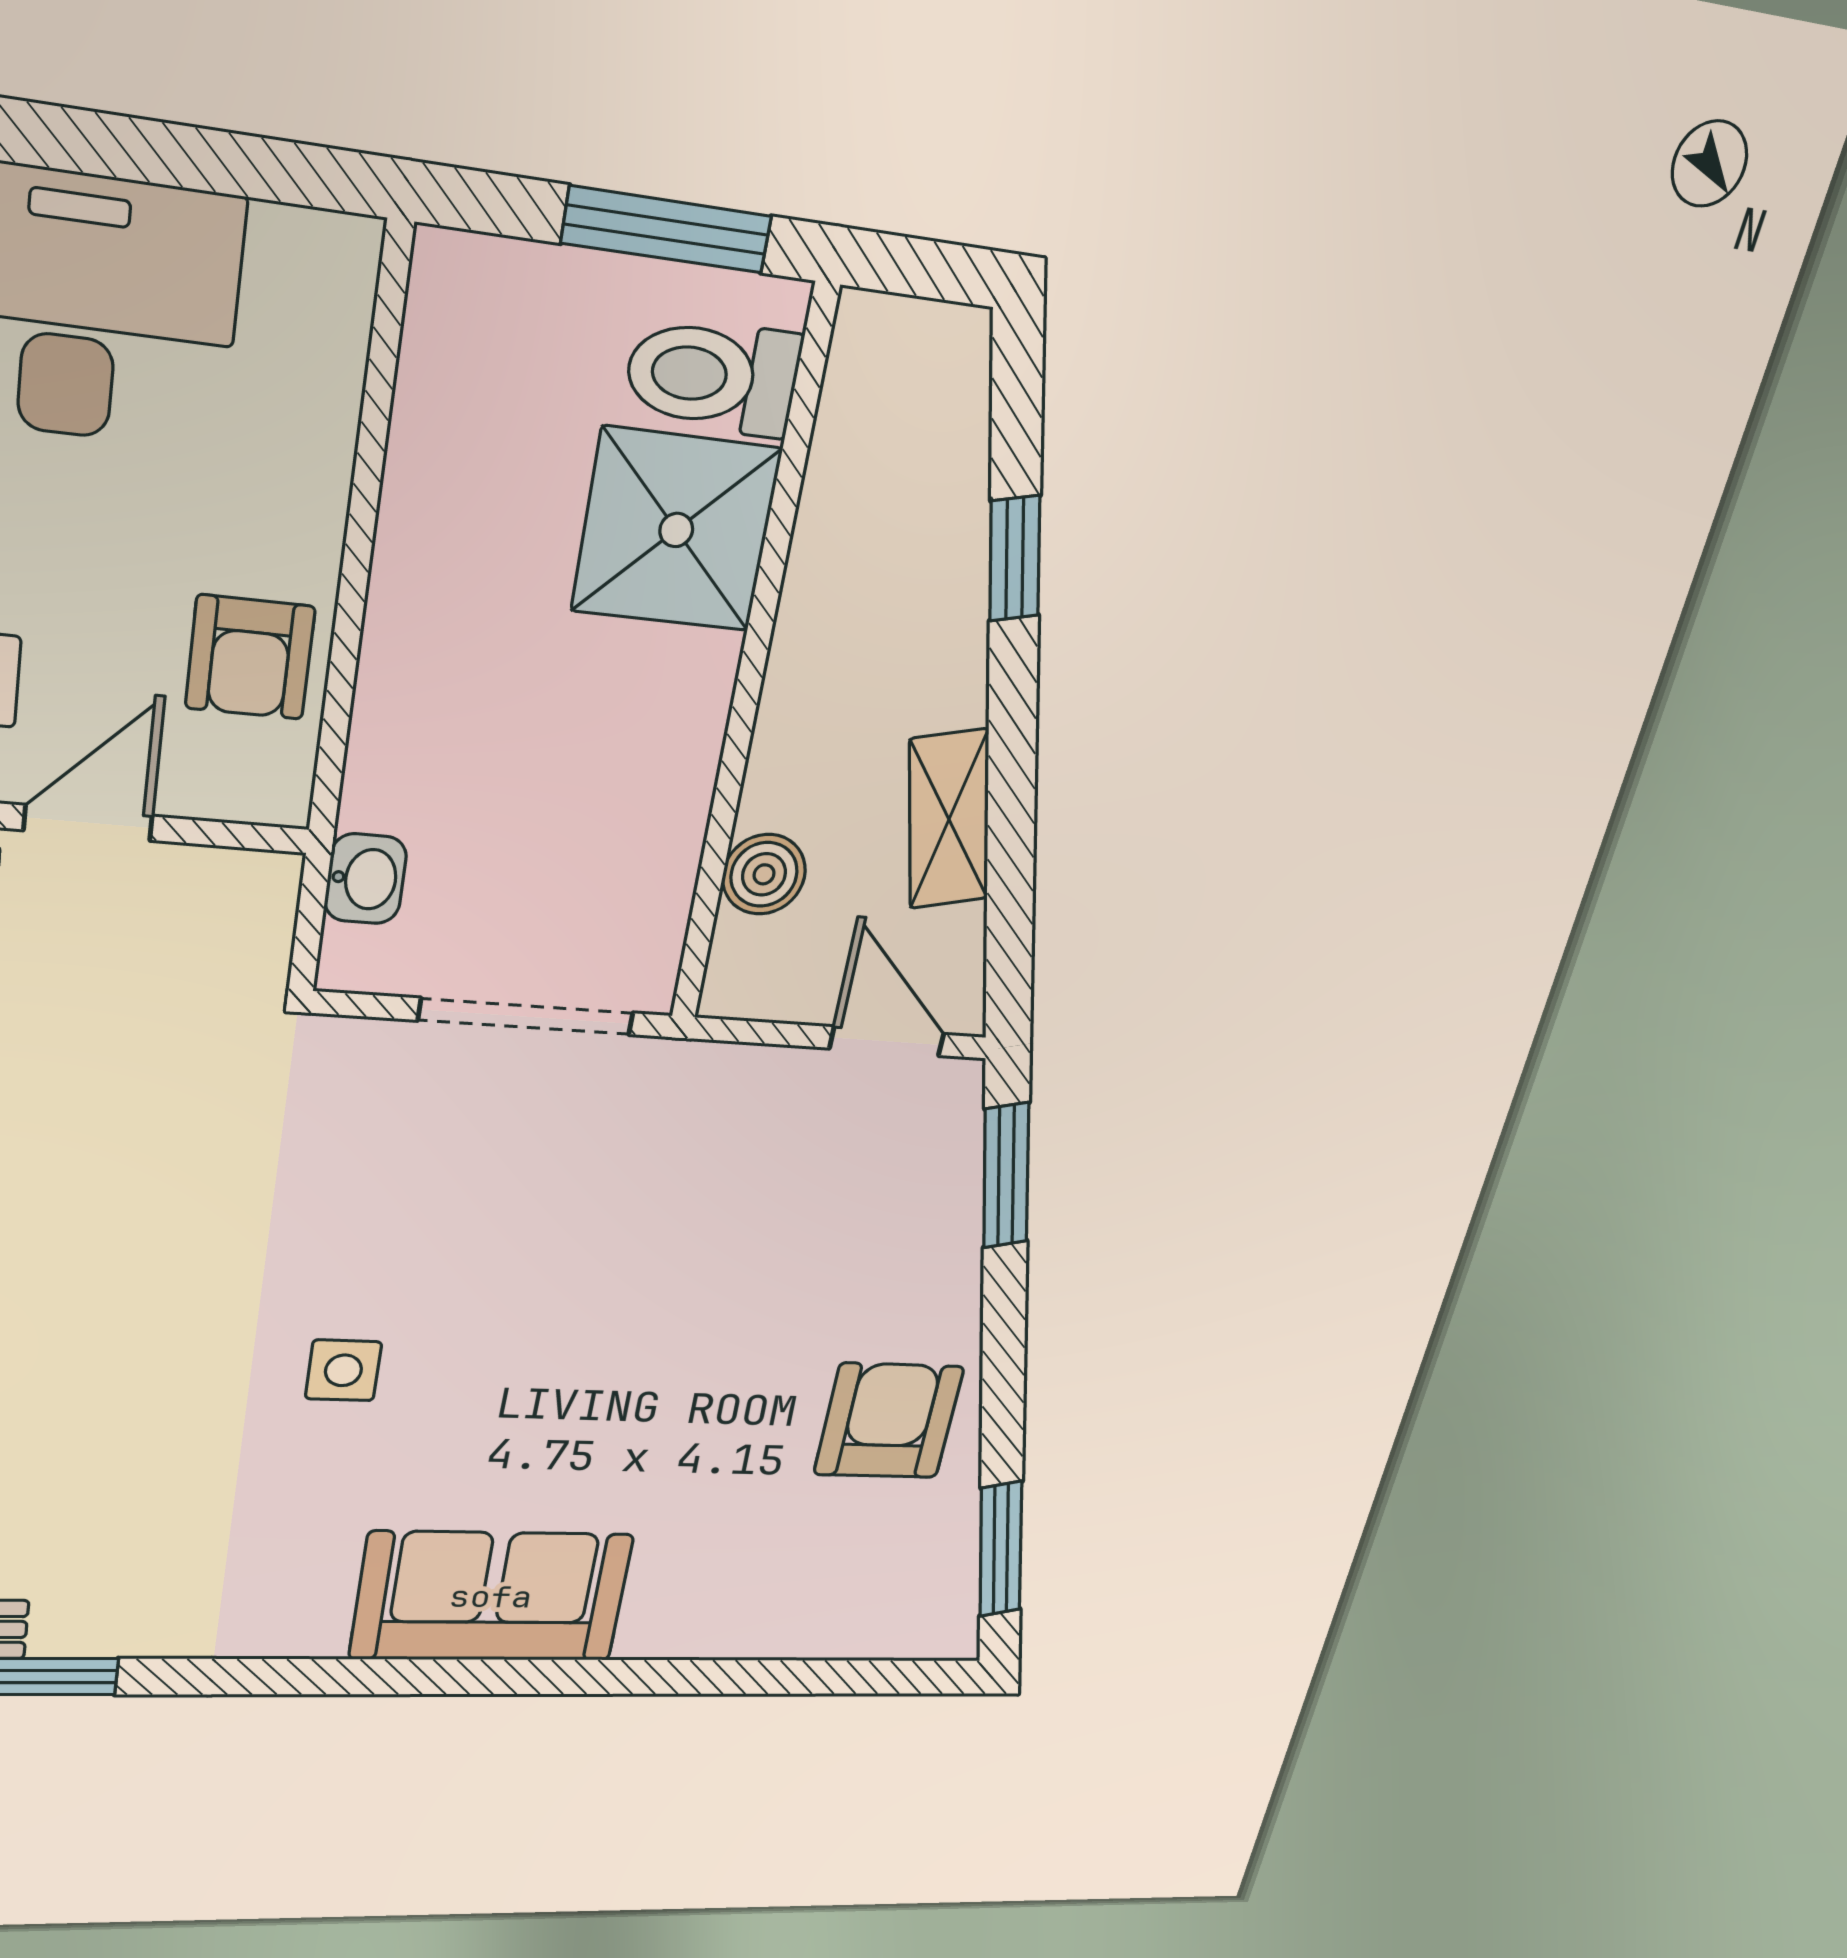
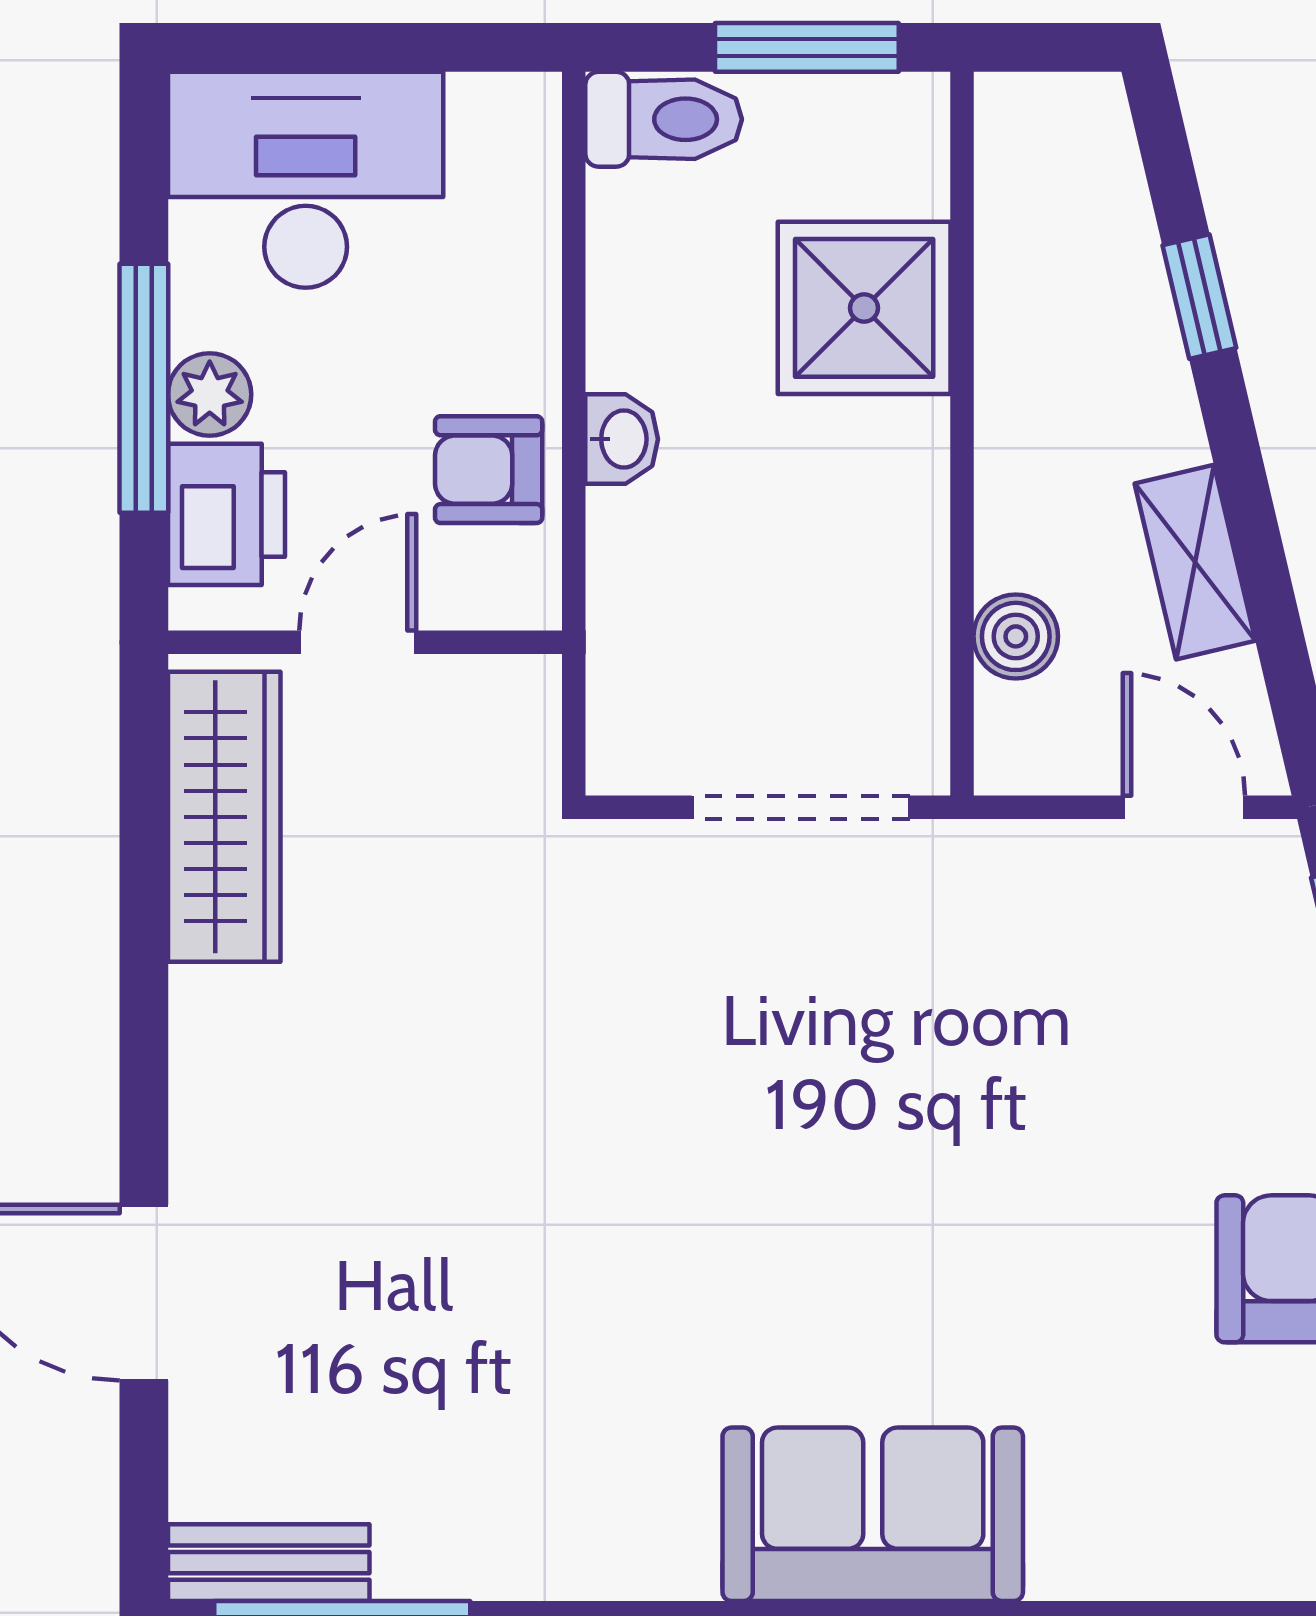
toilet: (713, 376) -> (664, 119), moved, turned 180
armchair: (250, 657) -> (489, 470), turned 90
washbasin: (365, 879) -> (622, 439), moved
side table: (343, 1370) -> (670, 1225), removed

